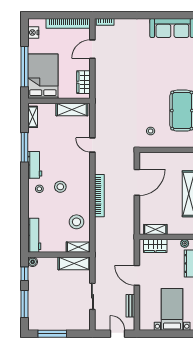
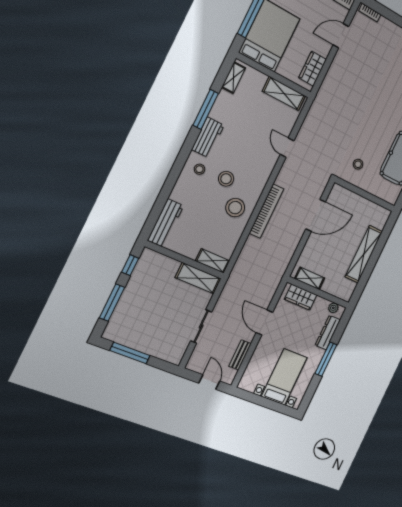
stool: (76, 222) -> (235, 208), moved
boiler: (33, 262) -> (148, 255), removed

